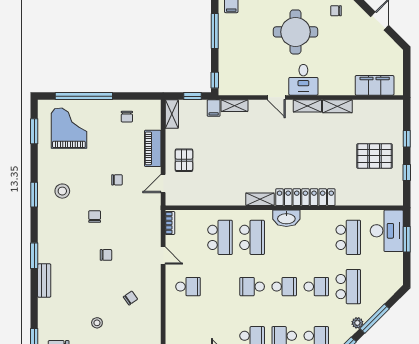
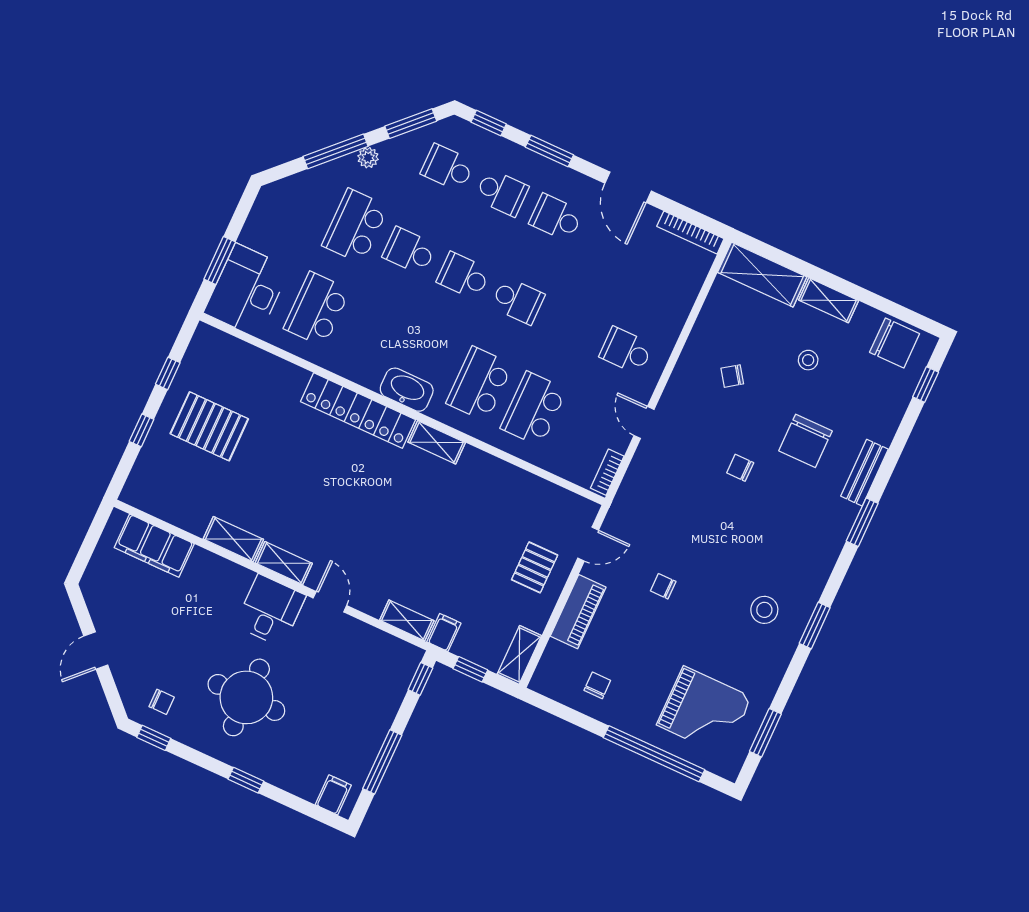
grand piano: (69, 128) -> (704, 711), turned -90
chair: (95, 217) -> (805, 441), moved, width x1.87, depth x1.87

